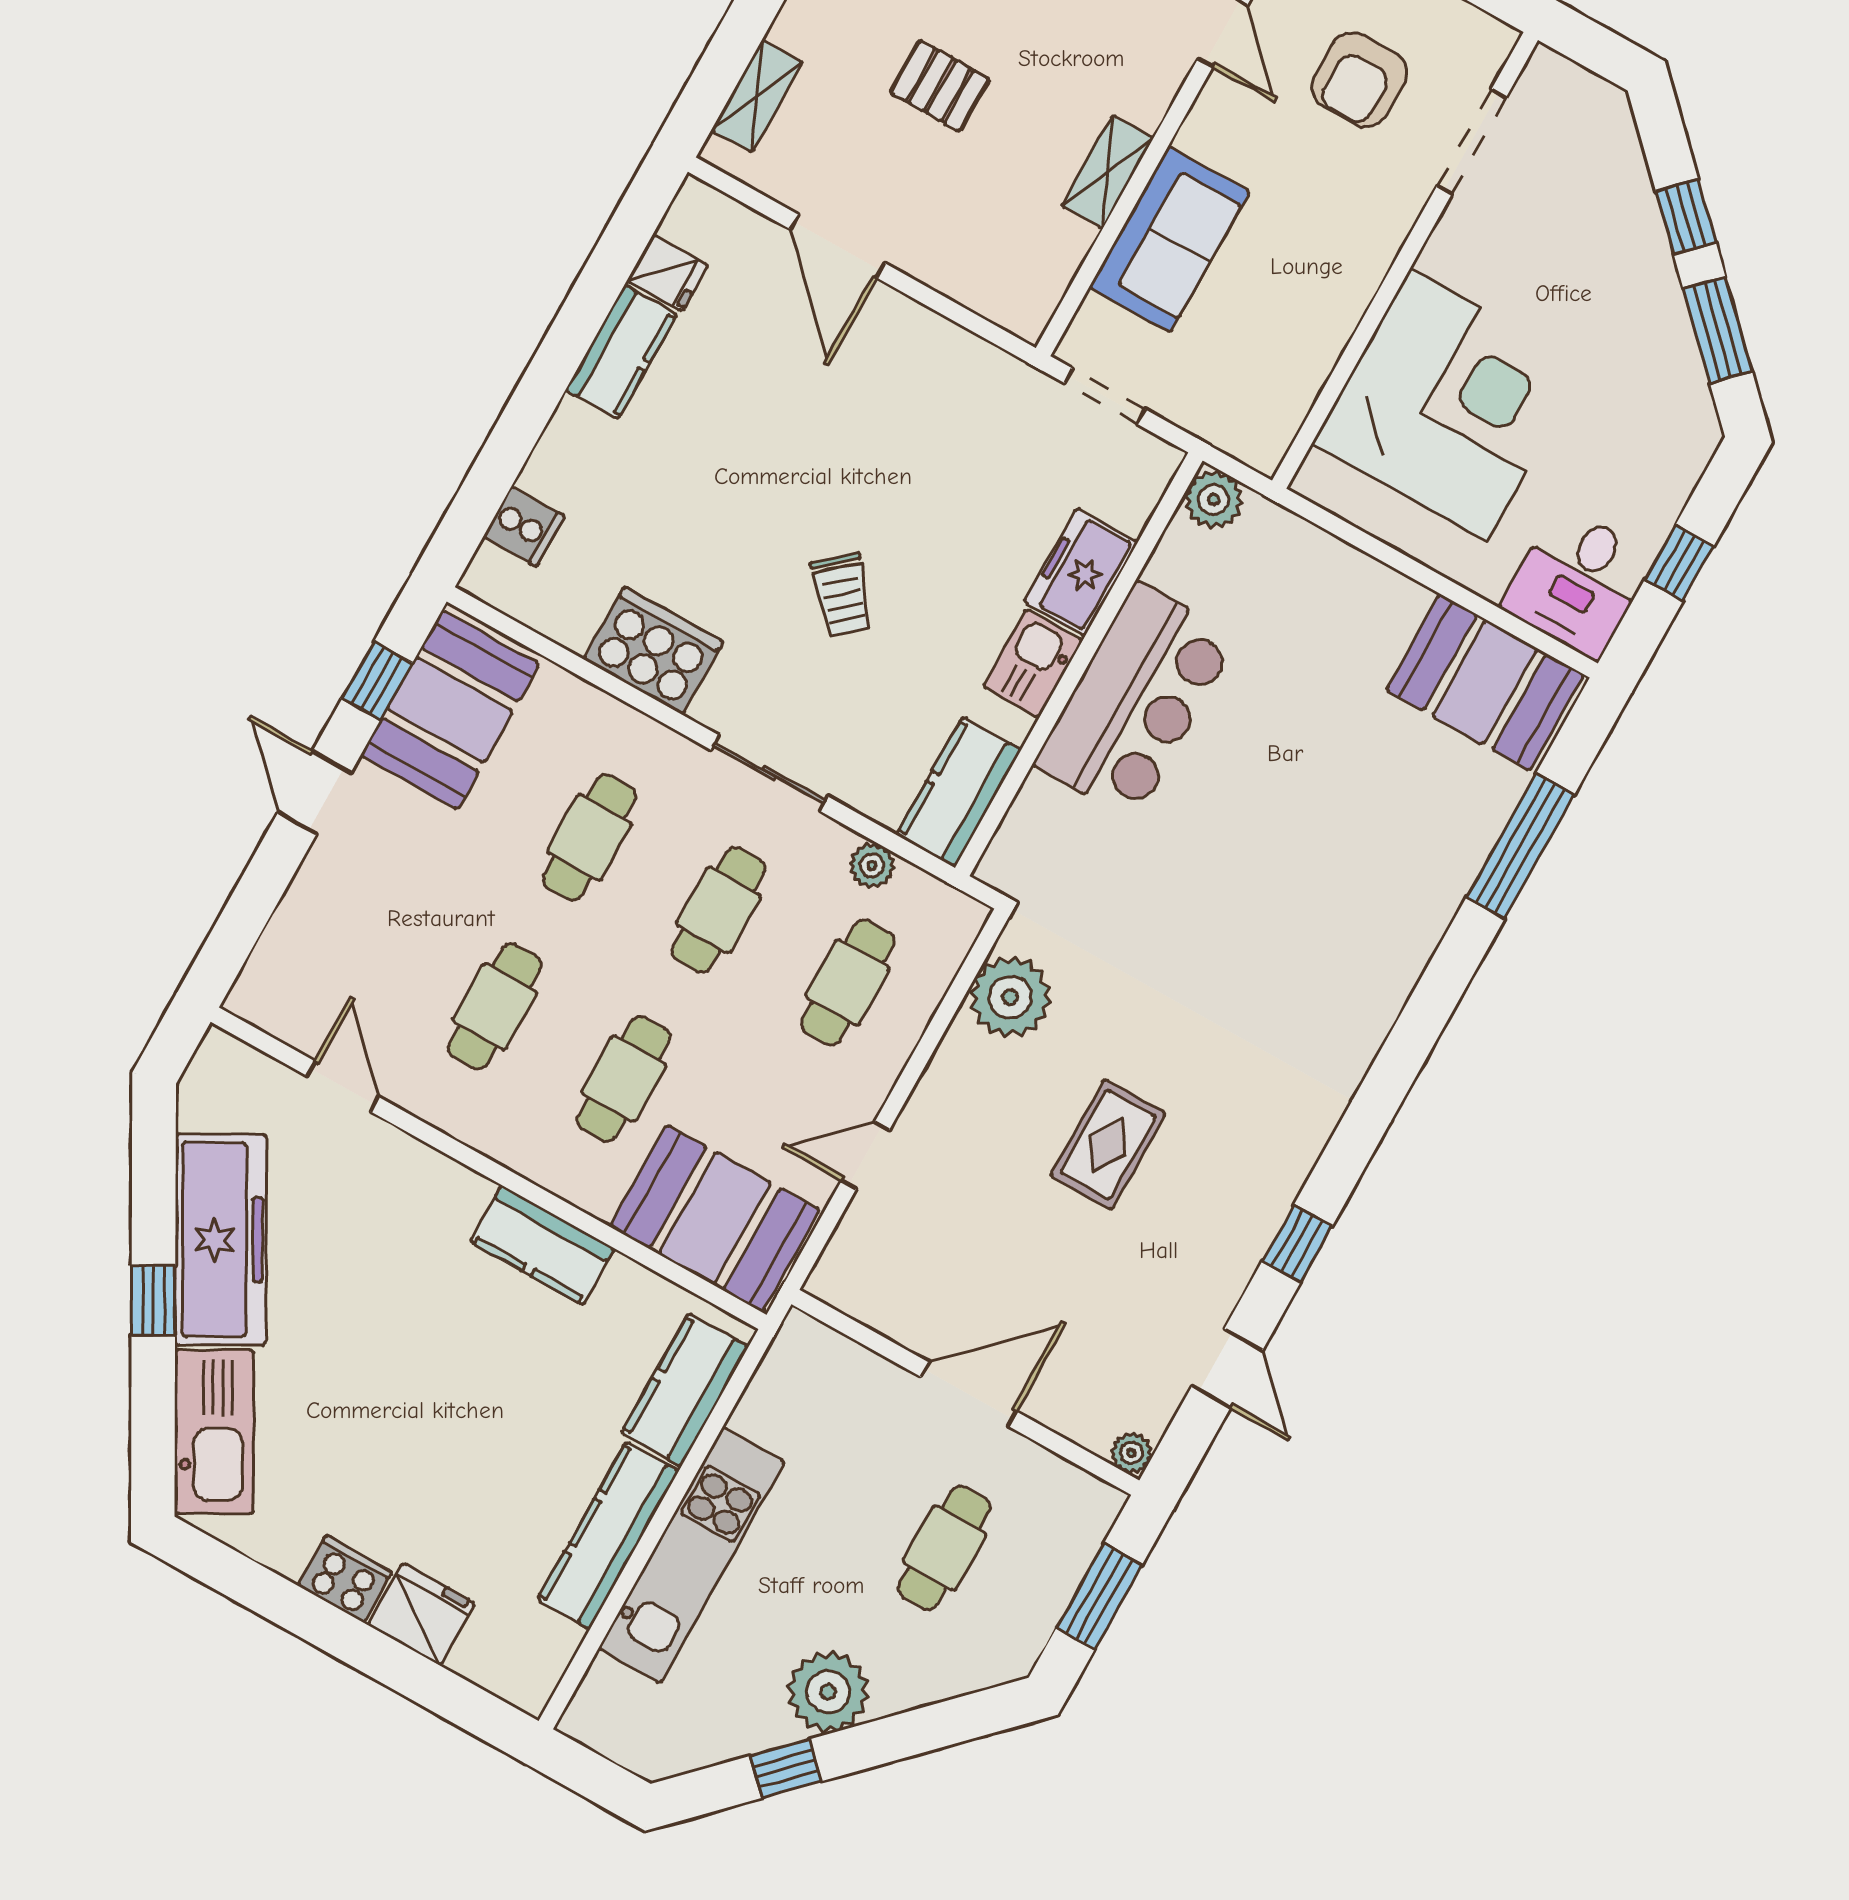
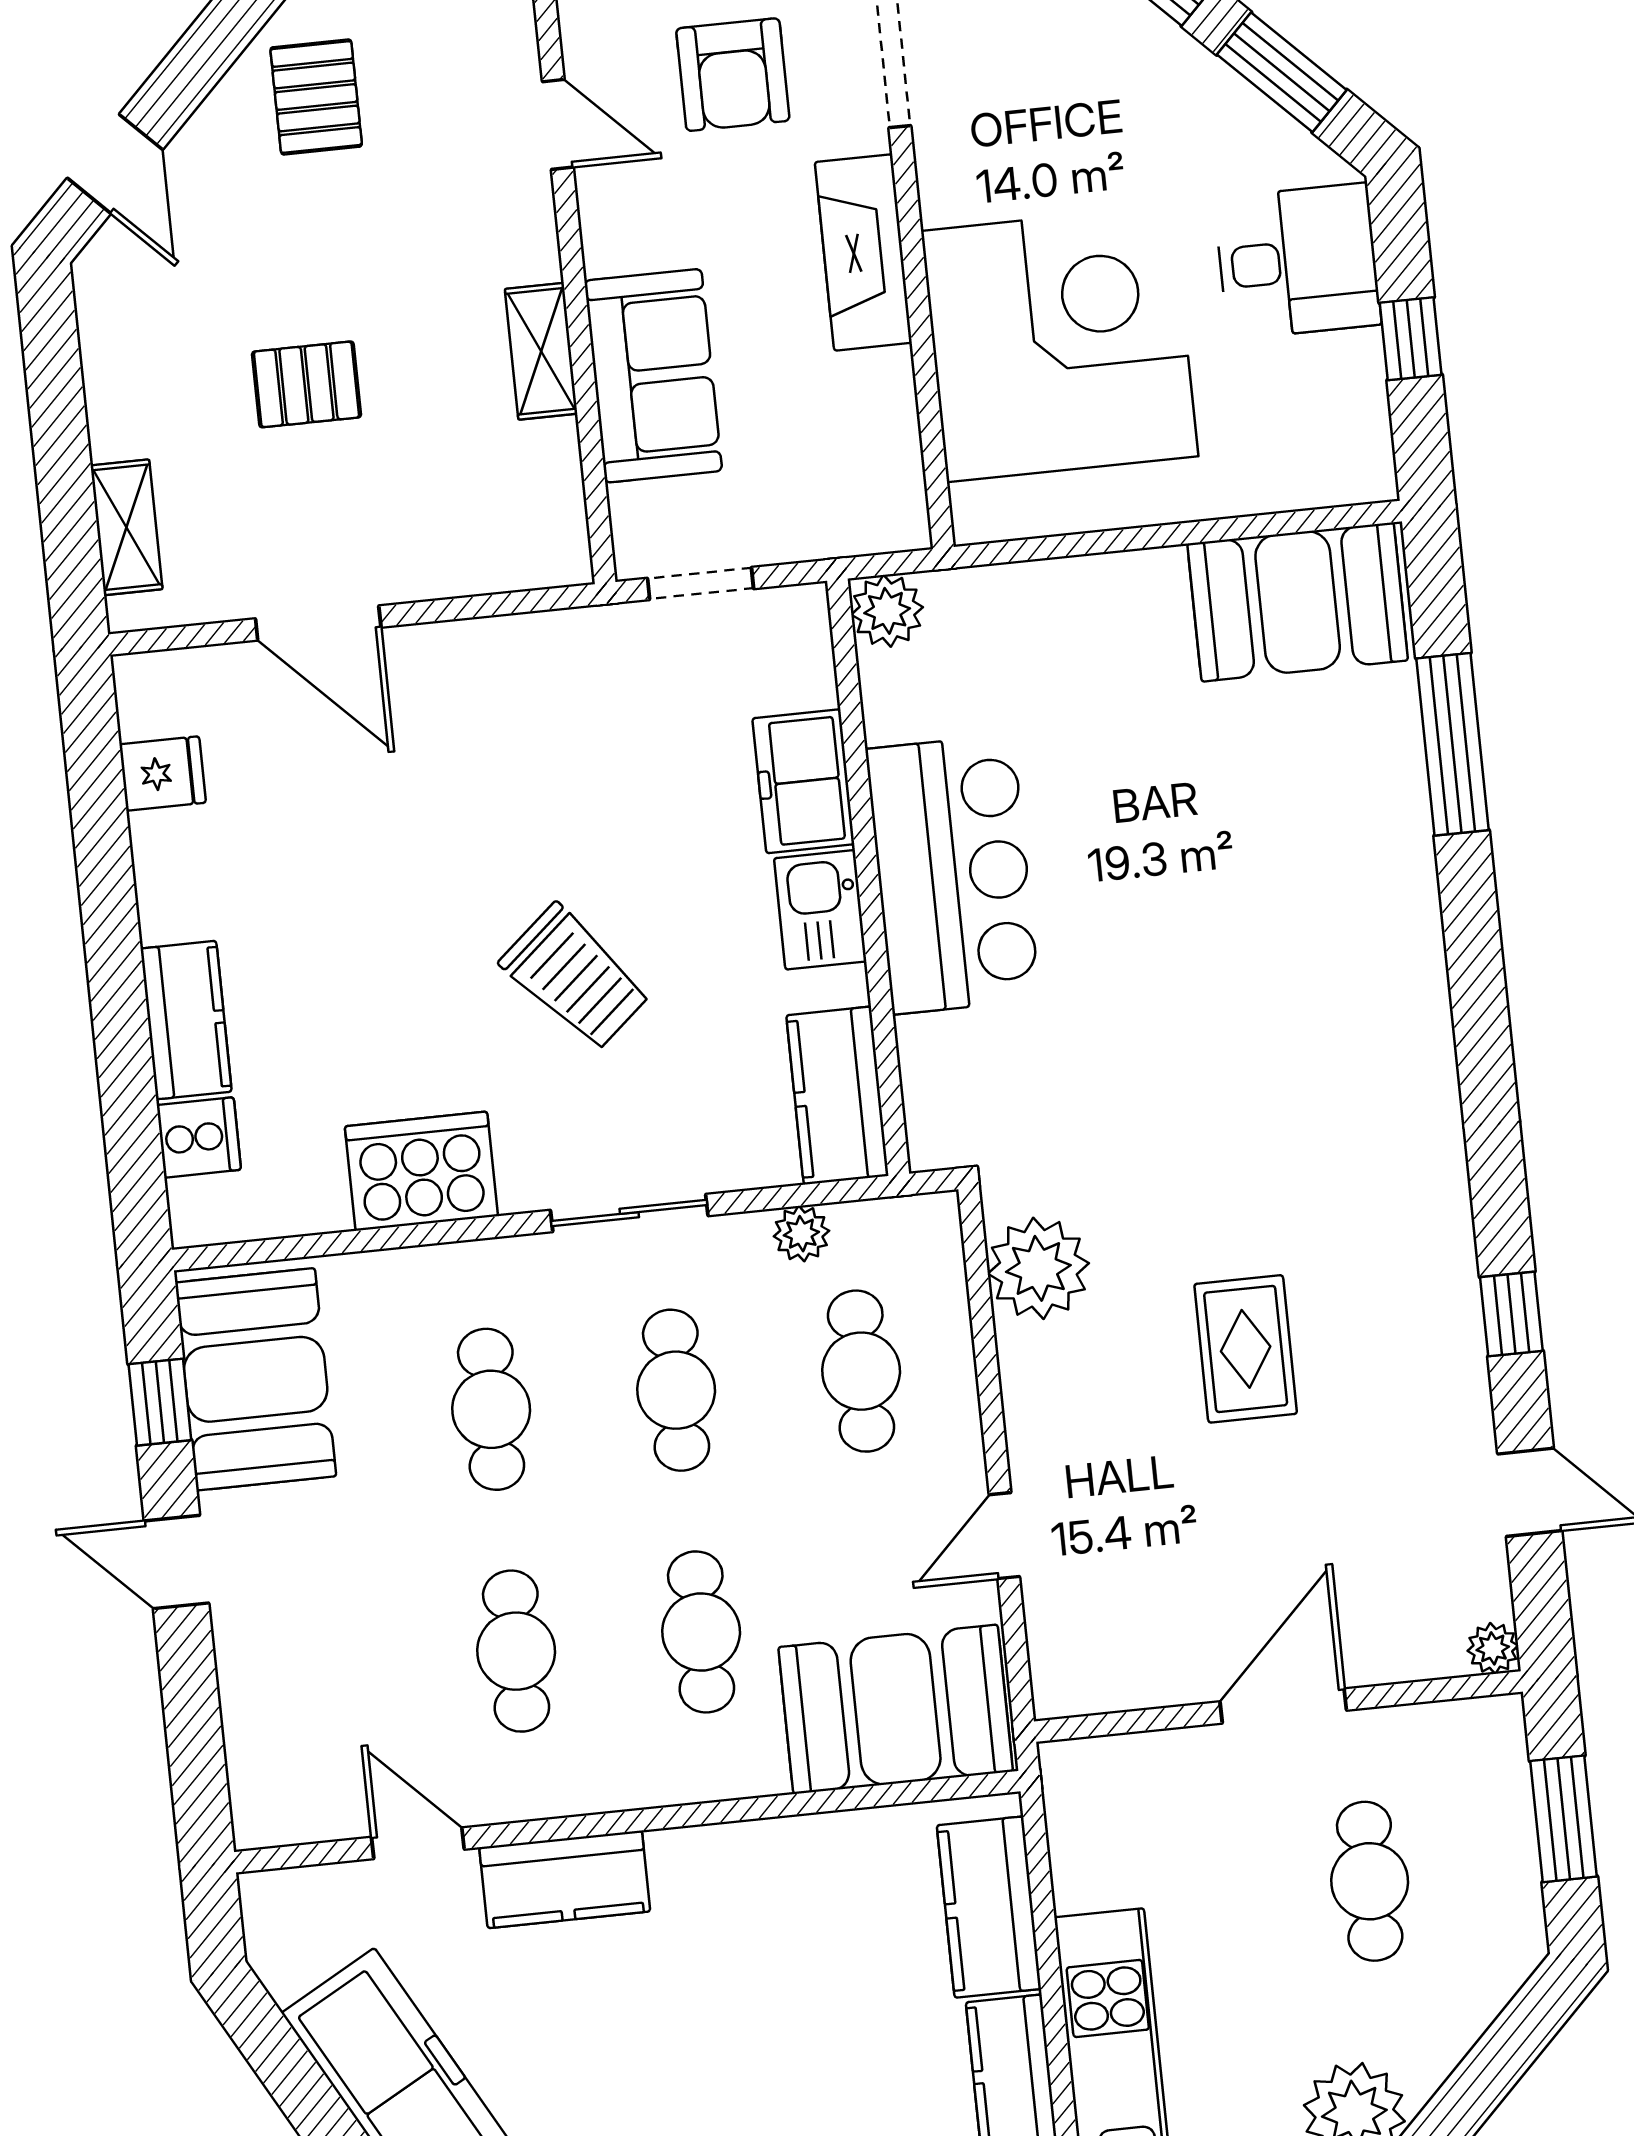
fireplace: (1363, 255) -> (863, 252), added
kitchen counter: (621, 352) -> (186, 1020), moved
desk: (1578, 582) -> (1298, 261), moved, turned -90
trolley: (842, 595) -> (575, 977), width x1.36, depth x1.39
kitchen counter: (542, 1245) -> (565, 1879), moved

